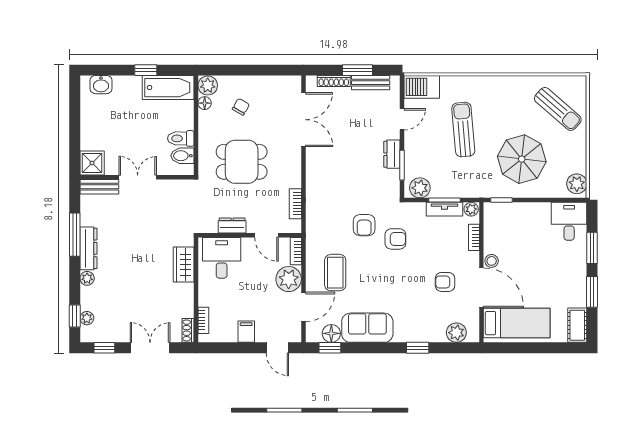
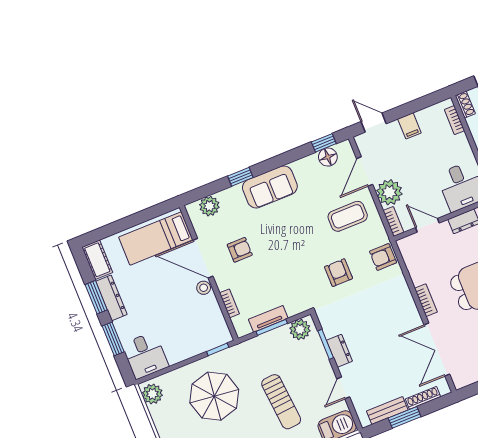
bookcase: (295, 204) -> (426, 300), moved
plant: (471, 209) -> (243, 329), removed
armchair: (395, 239) -> (383, 257), moved
coffee table: (335, 273) -> (348, 216), turned 90
dresser: (579, 286) -> (111, 298), added
sofa: (367, 328) -> (270, 187), moved

